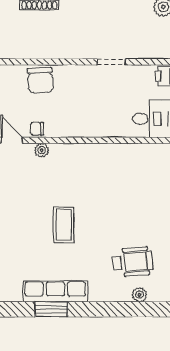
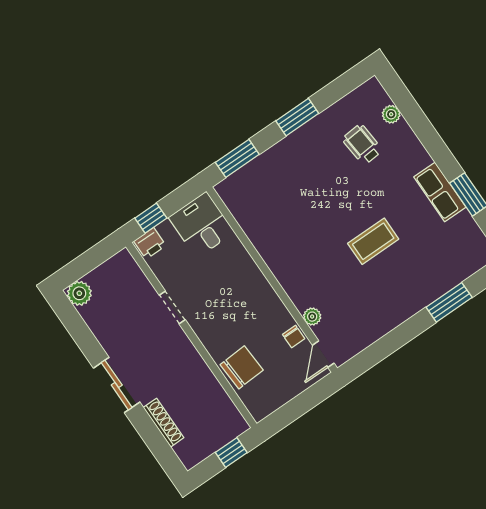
wheelchair: (133, 262) -> (362, 144), width x0.73, depth x0.73
row of seats: (55, 291) -> (440, 192), width x0.68

